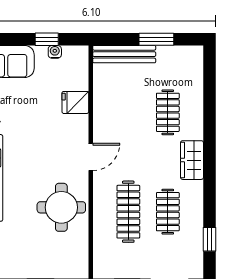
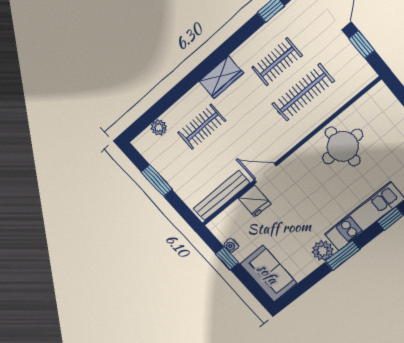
bench: (124, 54) -> (222, 196), moved, turned 90
plant: (195, 79) -> (159, 127), added
door: (91, 157) -> (265, 173), moved

